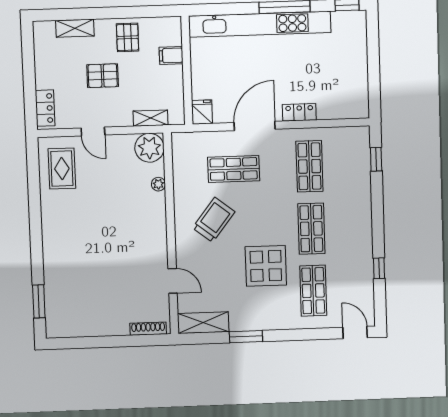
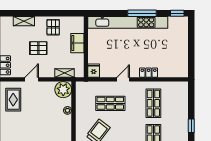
filing cabinet: (171, 55) -> (77, 43), width x2.00
door: (255, 126) -> (123, 79), width x0.53
door: (93, 132) -> (32, 79), swing flipped
window: (376, 159) -> (191, 126), moved

